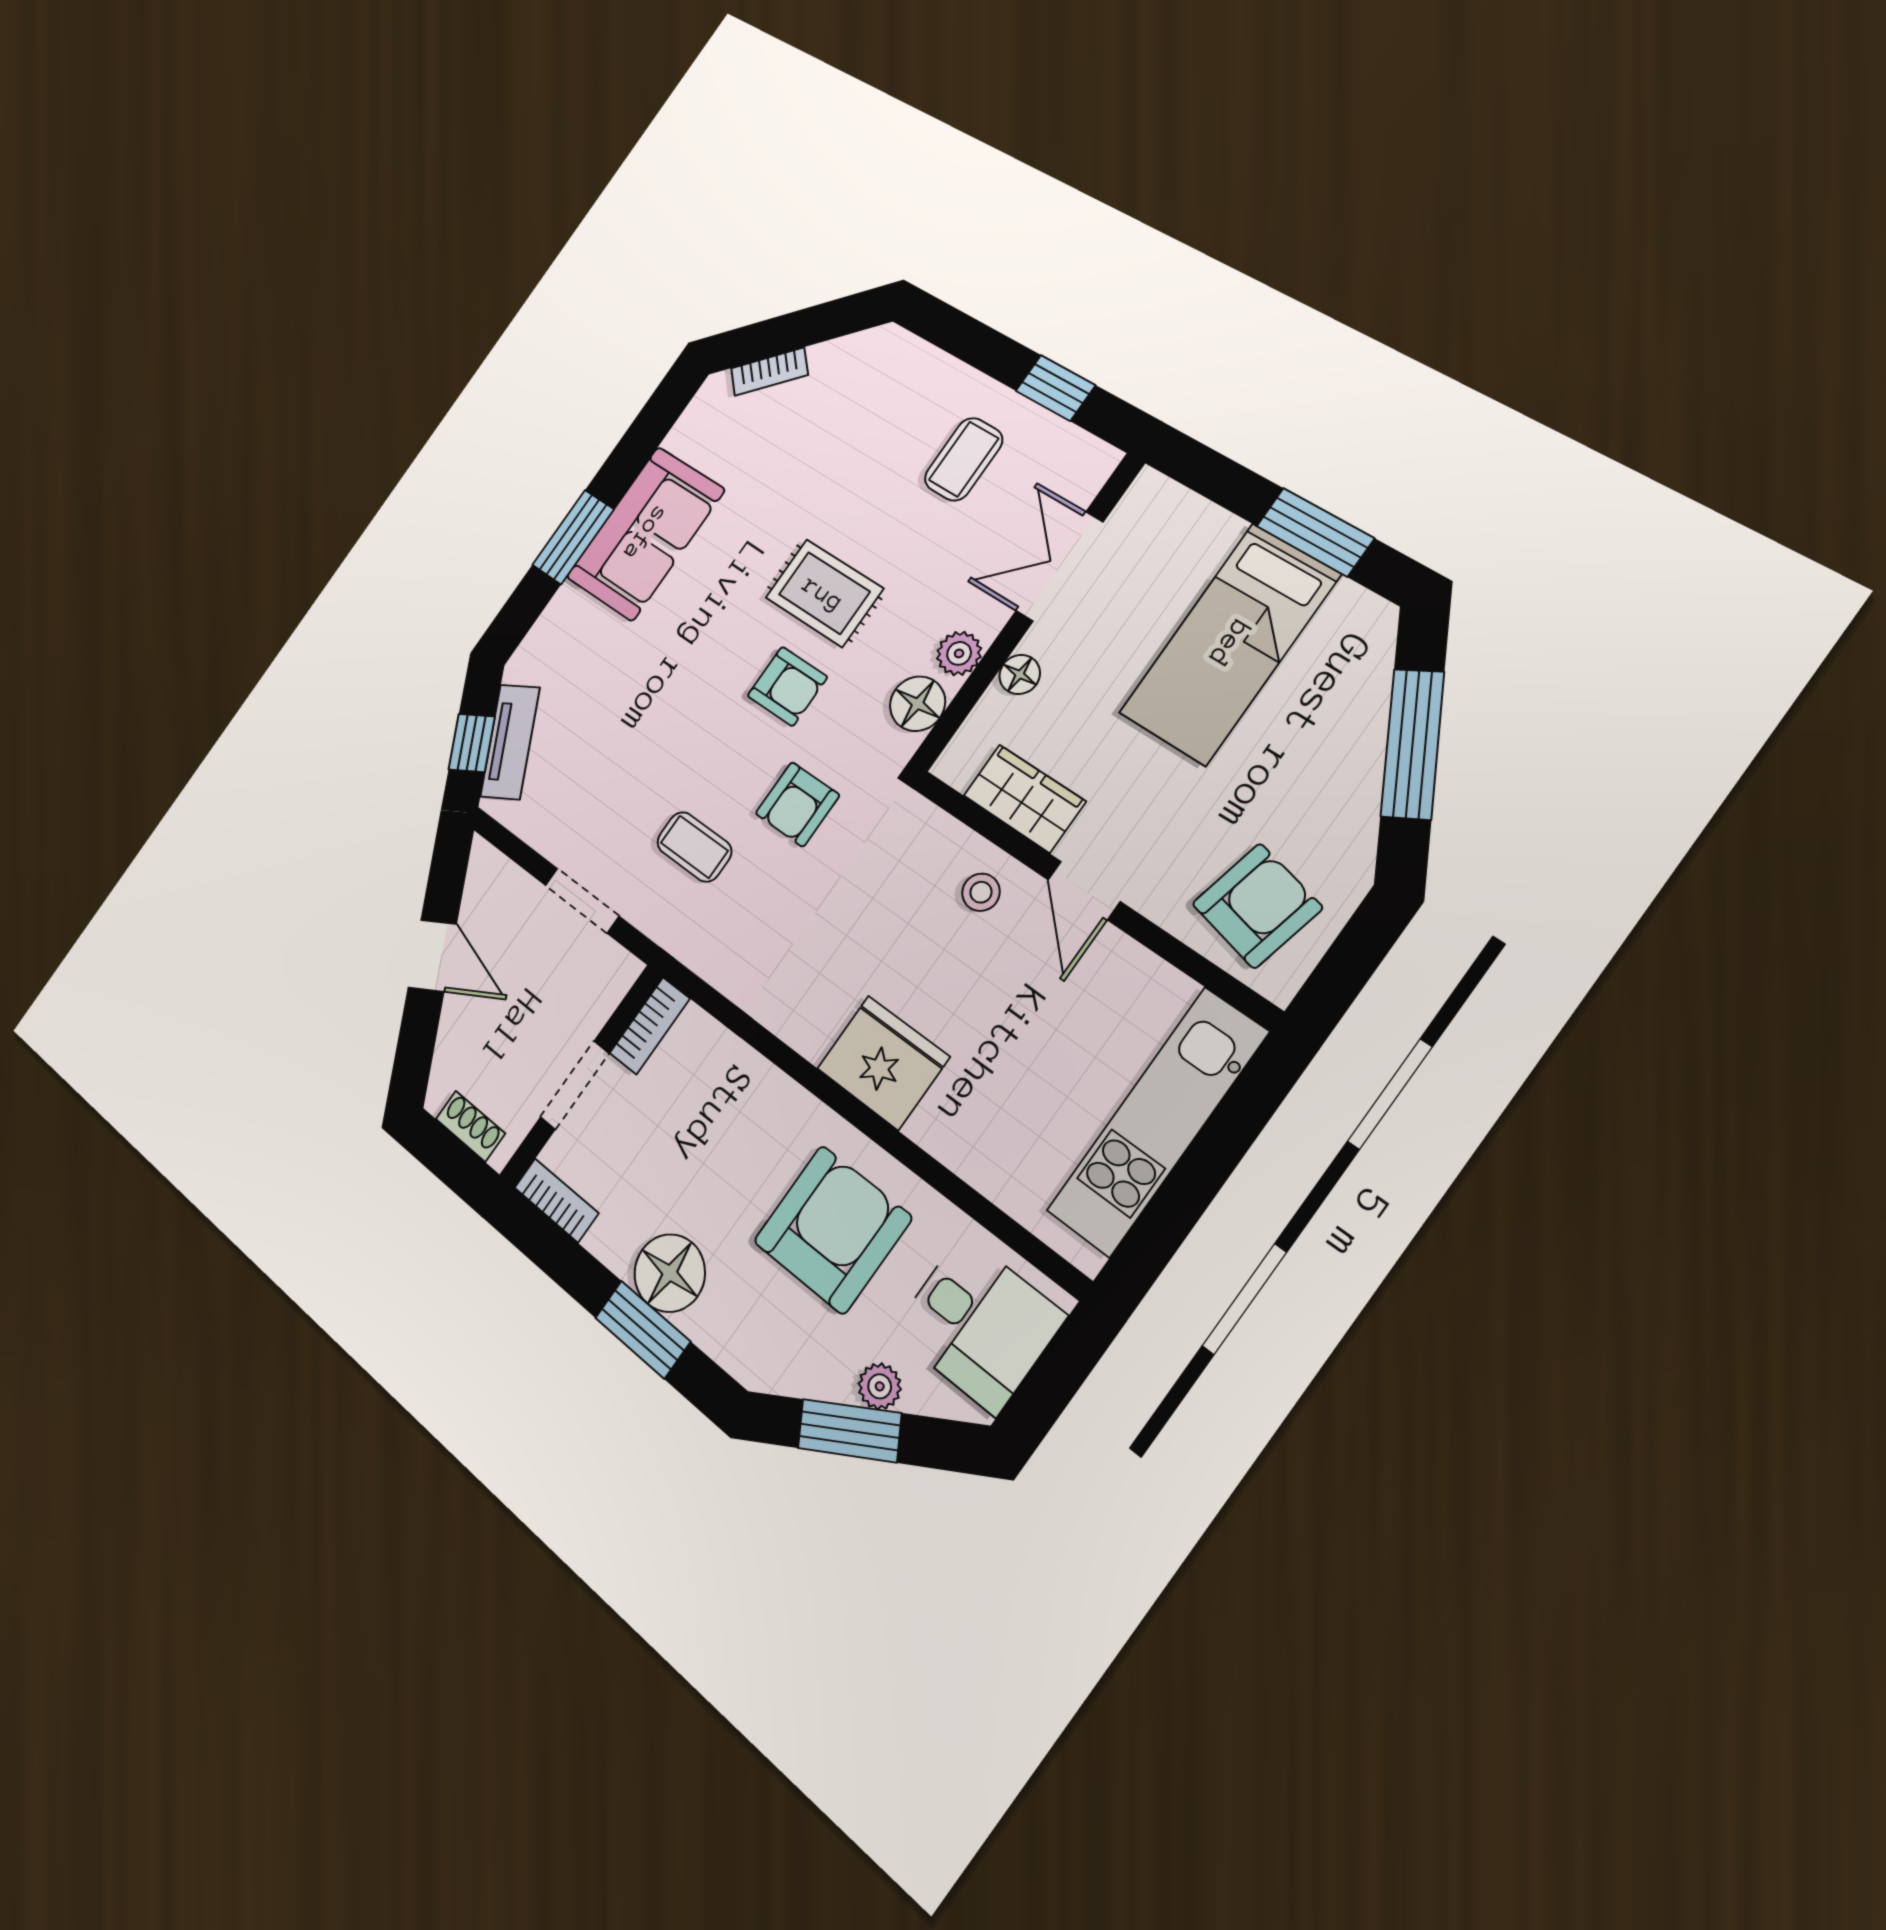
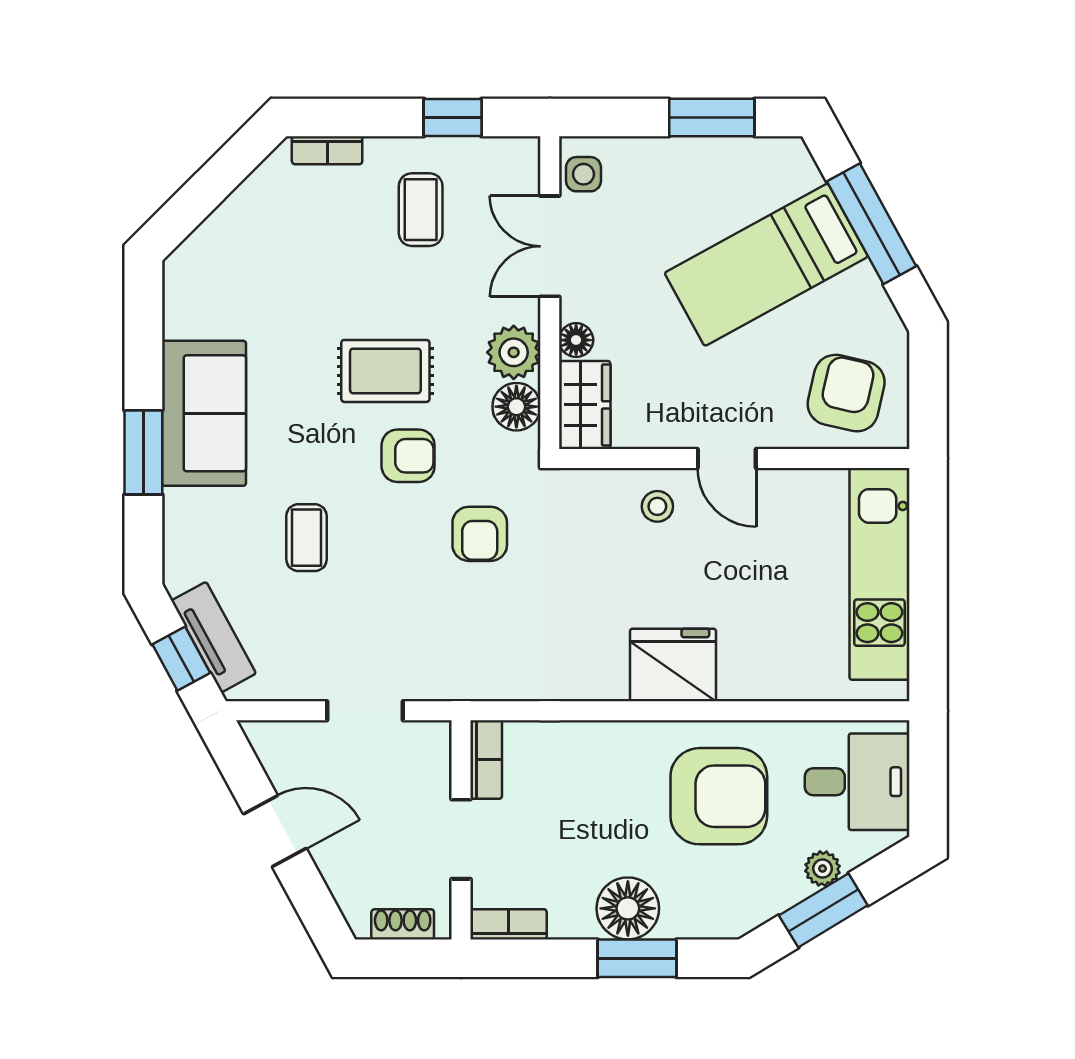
bookcase: (769, 372) -> (327, 150), moved, turned 45
side table: (1143, 515) -> (583, 174), added
bed: (1229, 644) -> (766, 265), moved, turned 61
plant: (959, 653) -> (514, 352), width x1.38, depth x1.38
wardrobe: (1024, 799) -> (585, 405), moved, turned 90
coffee table: (694, 847) -> (307, 538), moved, turned 90
armchair: (833, 1229) -> (719, 796), turned 90

